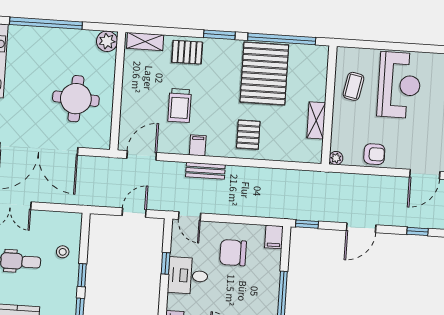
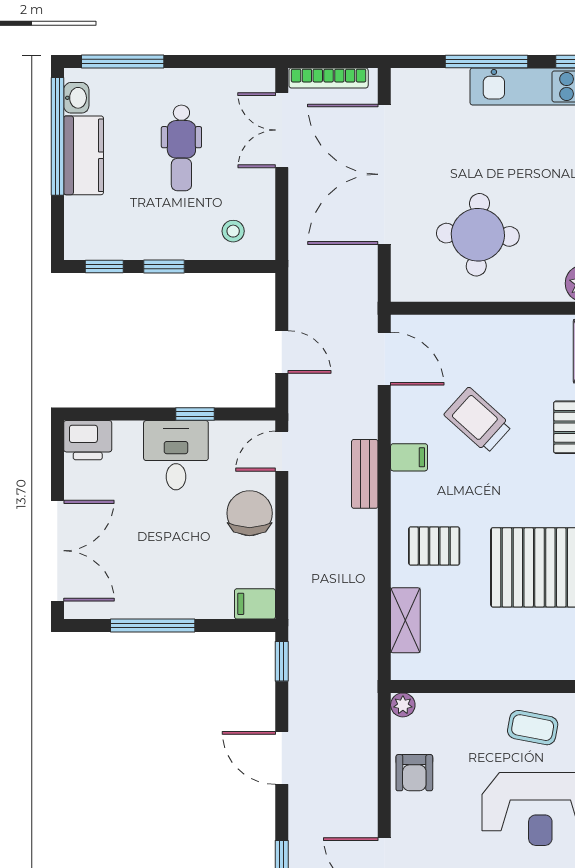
trolley: (180, 106) -> (478, 420), turned 42
shelving: (316, 120) -> (405, 620), moved, turned 90
stool: (63, 252) -> (233, 231), moved
chair: (233, 253) -> (250, 513), moved

